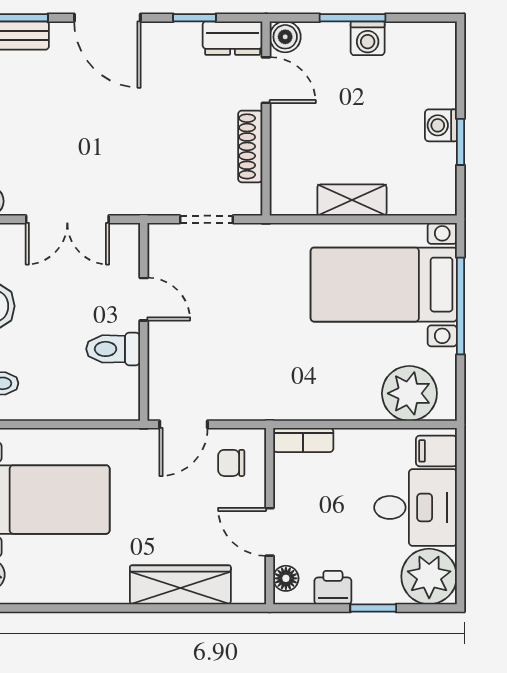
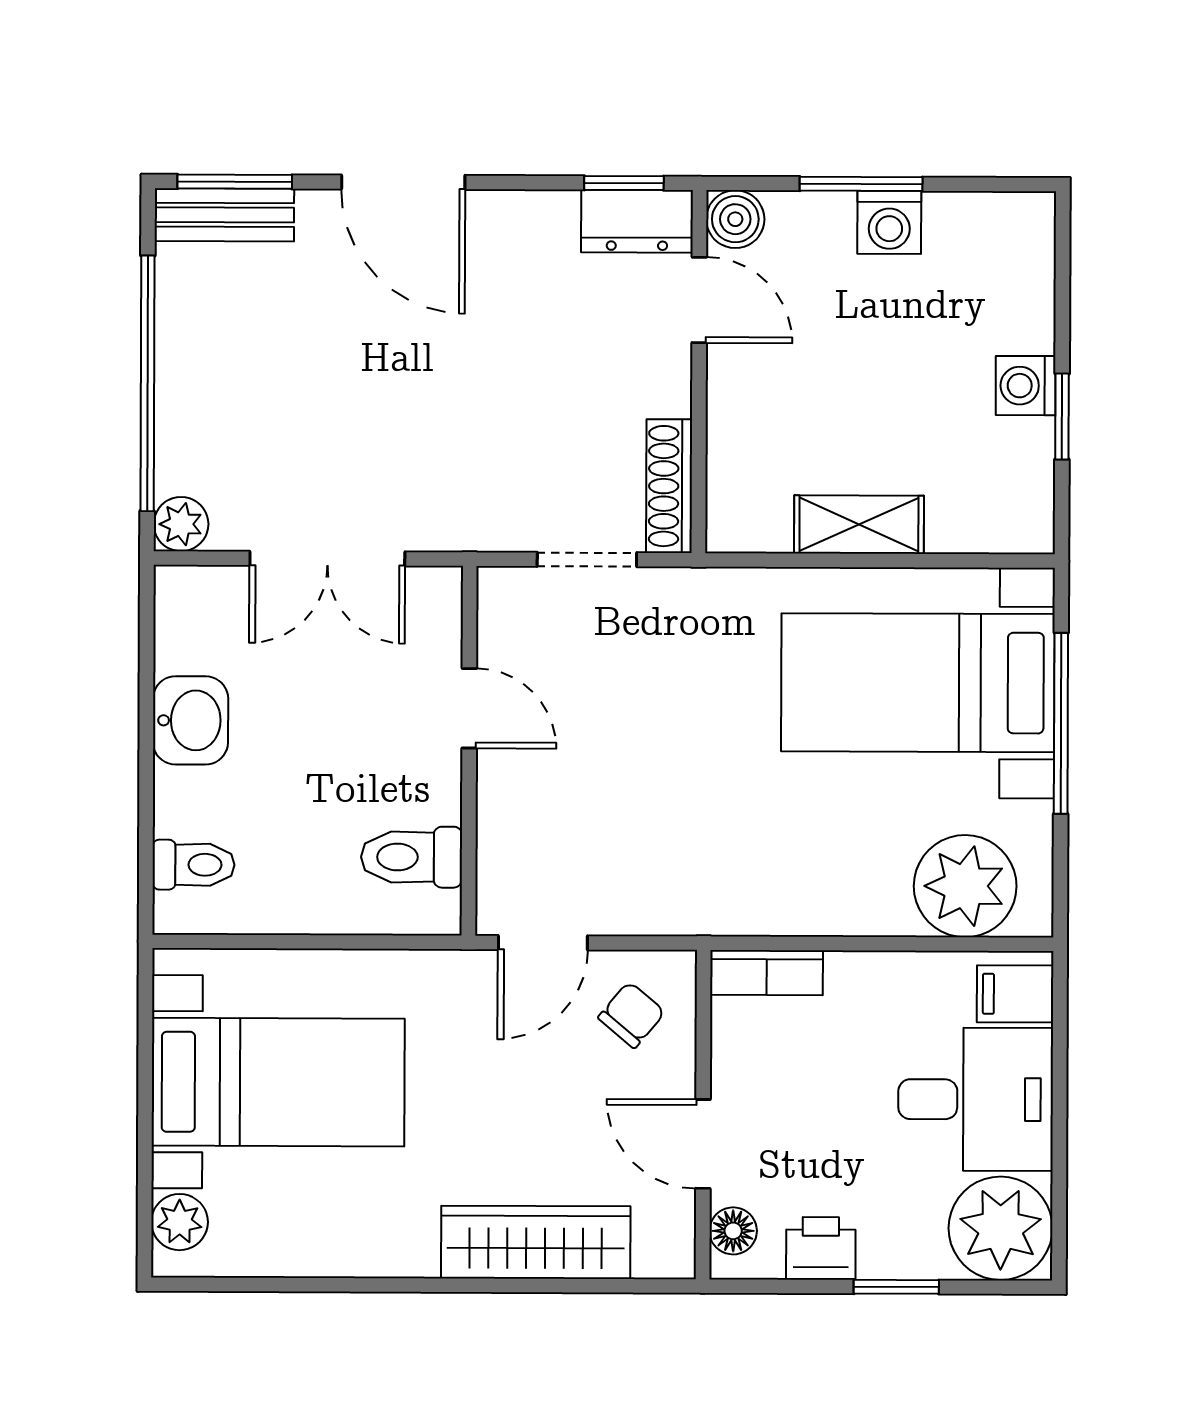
window: (195, 18) -> (624, 183), moved
shoe rack: (250, 146) -> (669, 486), moved
toilet: (113, 349) -> (412, 857), moved
chair: (231, 463) -> (632, 1015), turned 130

